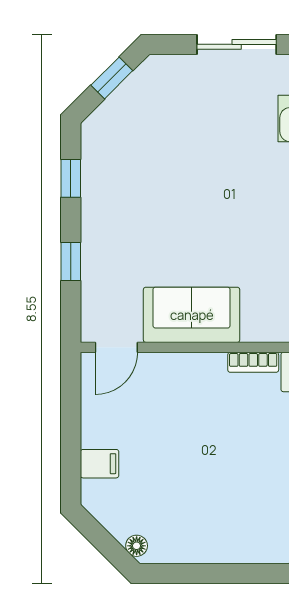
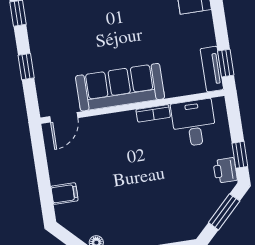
sofa: (192, 315) -> (120, 87), width x1.36

